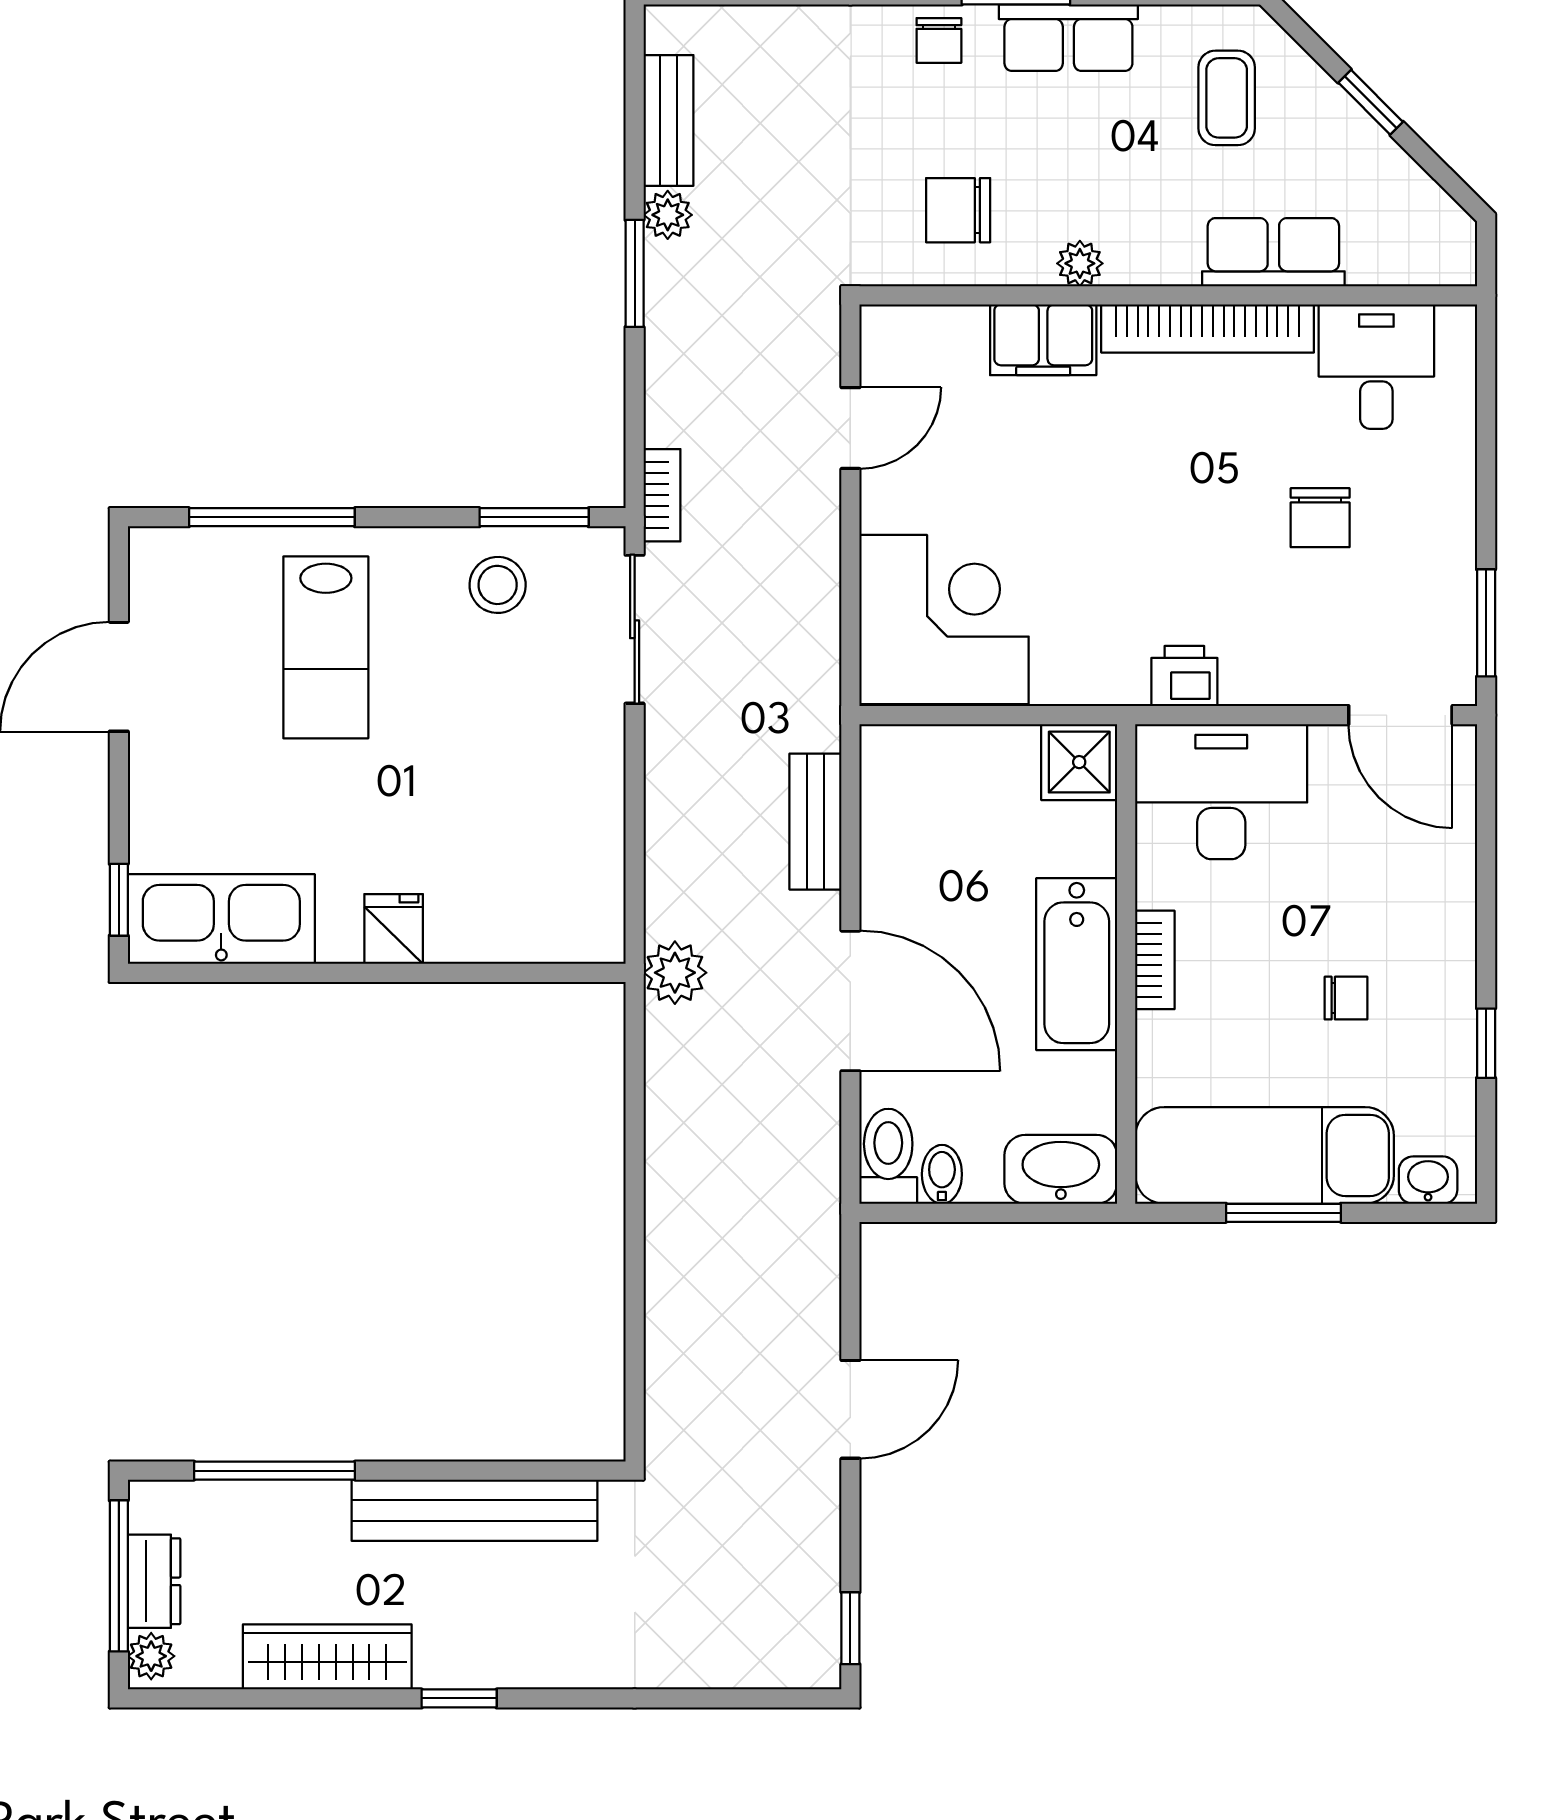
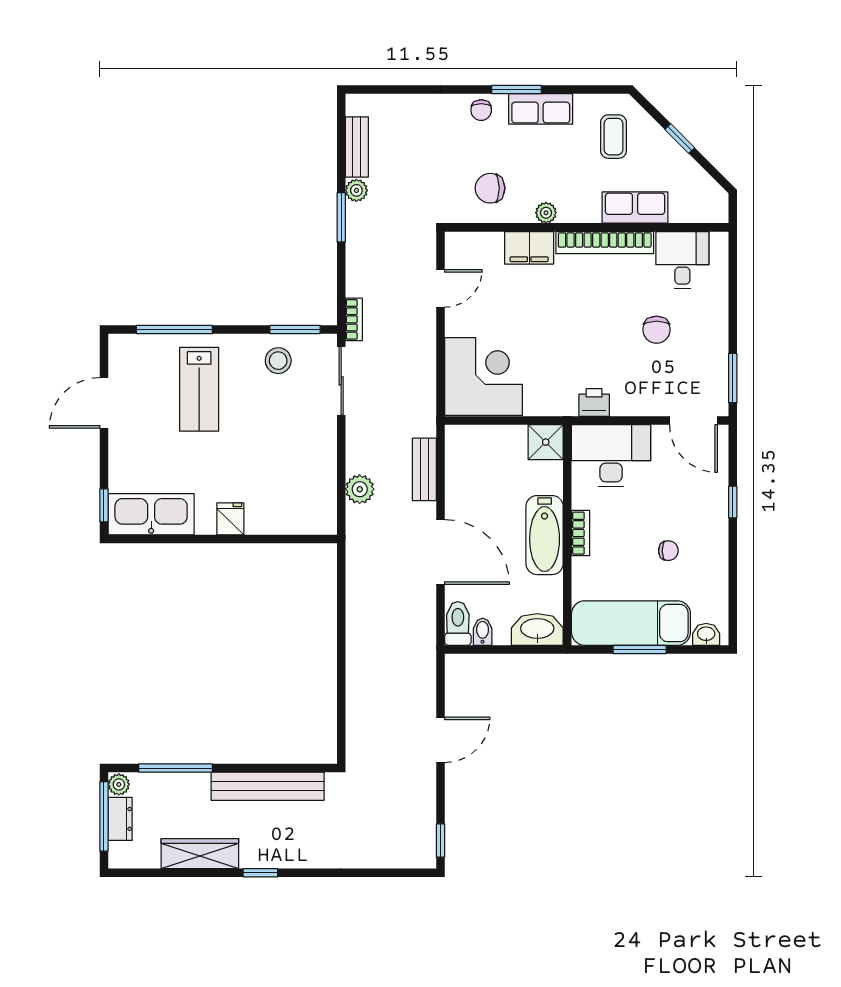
plant: (675, 973) -> (360, 489), moved
window: (1486, 1043) -> (733, 502), moved
plant: (151, 1656) -> (119, 784), moved

